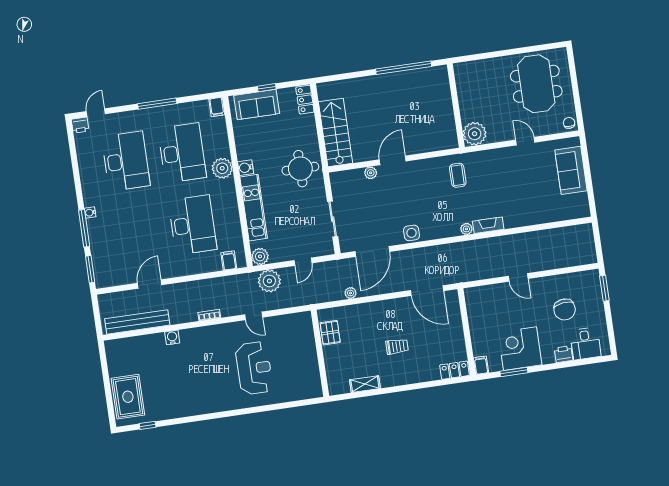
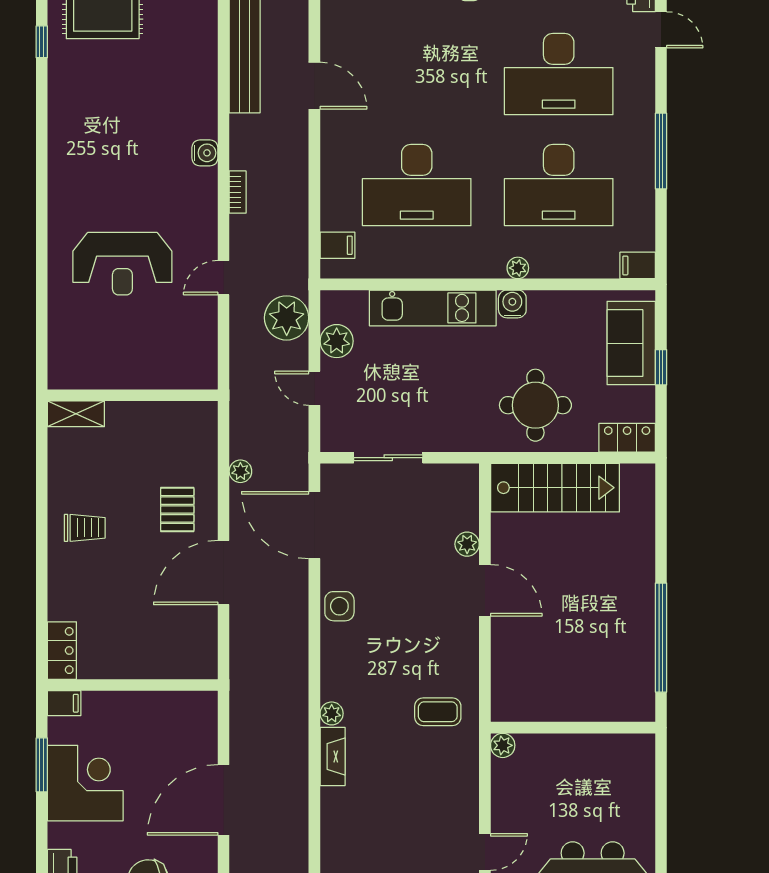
plant: (475, 134) -> (503, 745), width x0.53, depth x0.53
plant: (222, 168) -> (518, 268), width x0.53, depth x0.53
round table: (300, 169) -> (535, 405), moved
plant: (260, 256) -> (337, 341), moved
door: (518, 277) -> (224, 800), width x1.88
door: (427, 291) -> (224, 573), moved
pallet: (330, 333) -> (177, 510), moved, turned 90
water cooler: (172, 337) -> (205, 153), moved
trolley: (397, 346) -> (85, 528), moved, turned -90
shelving: (365, 384) -> (76, 414), moved, turned 90

